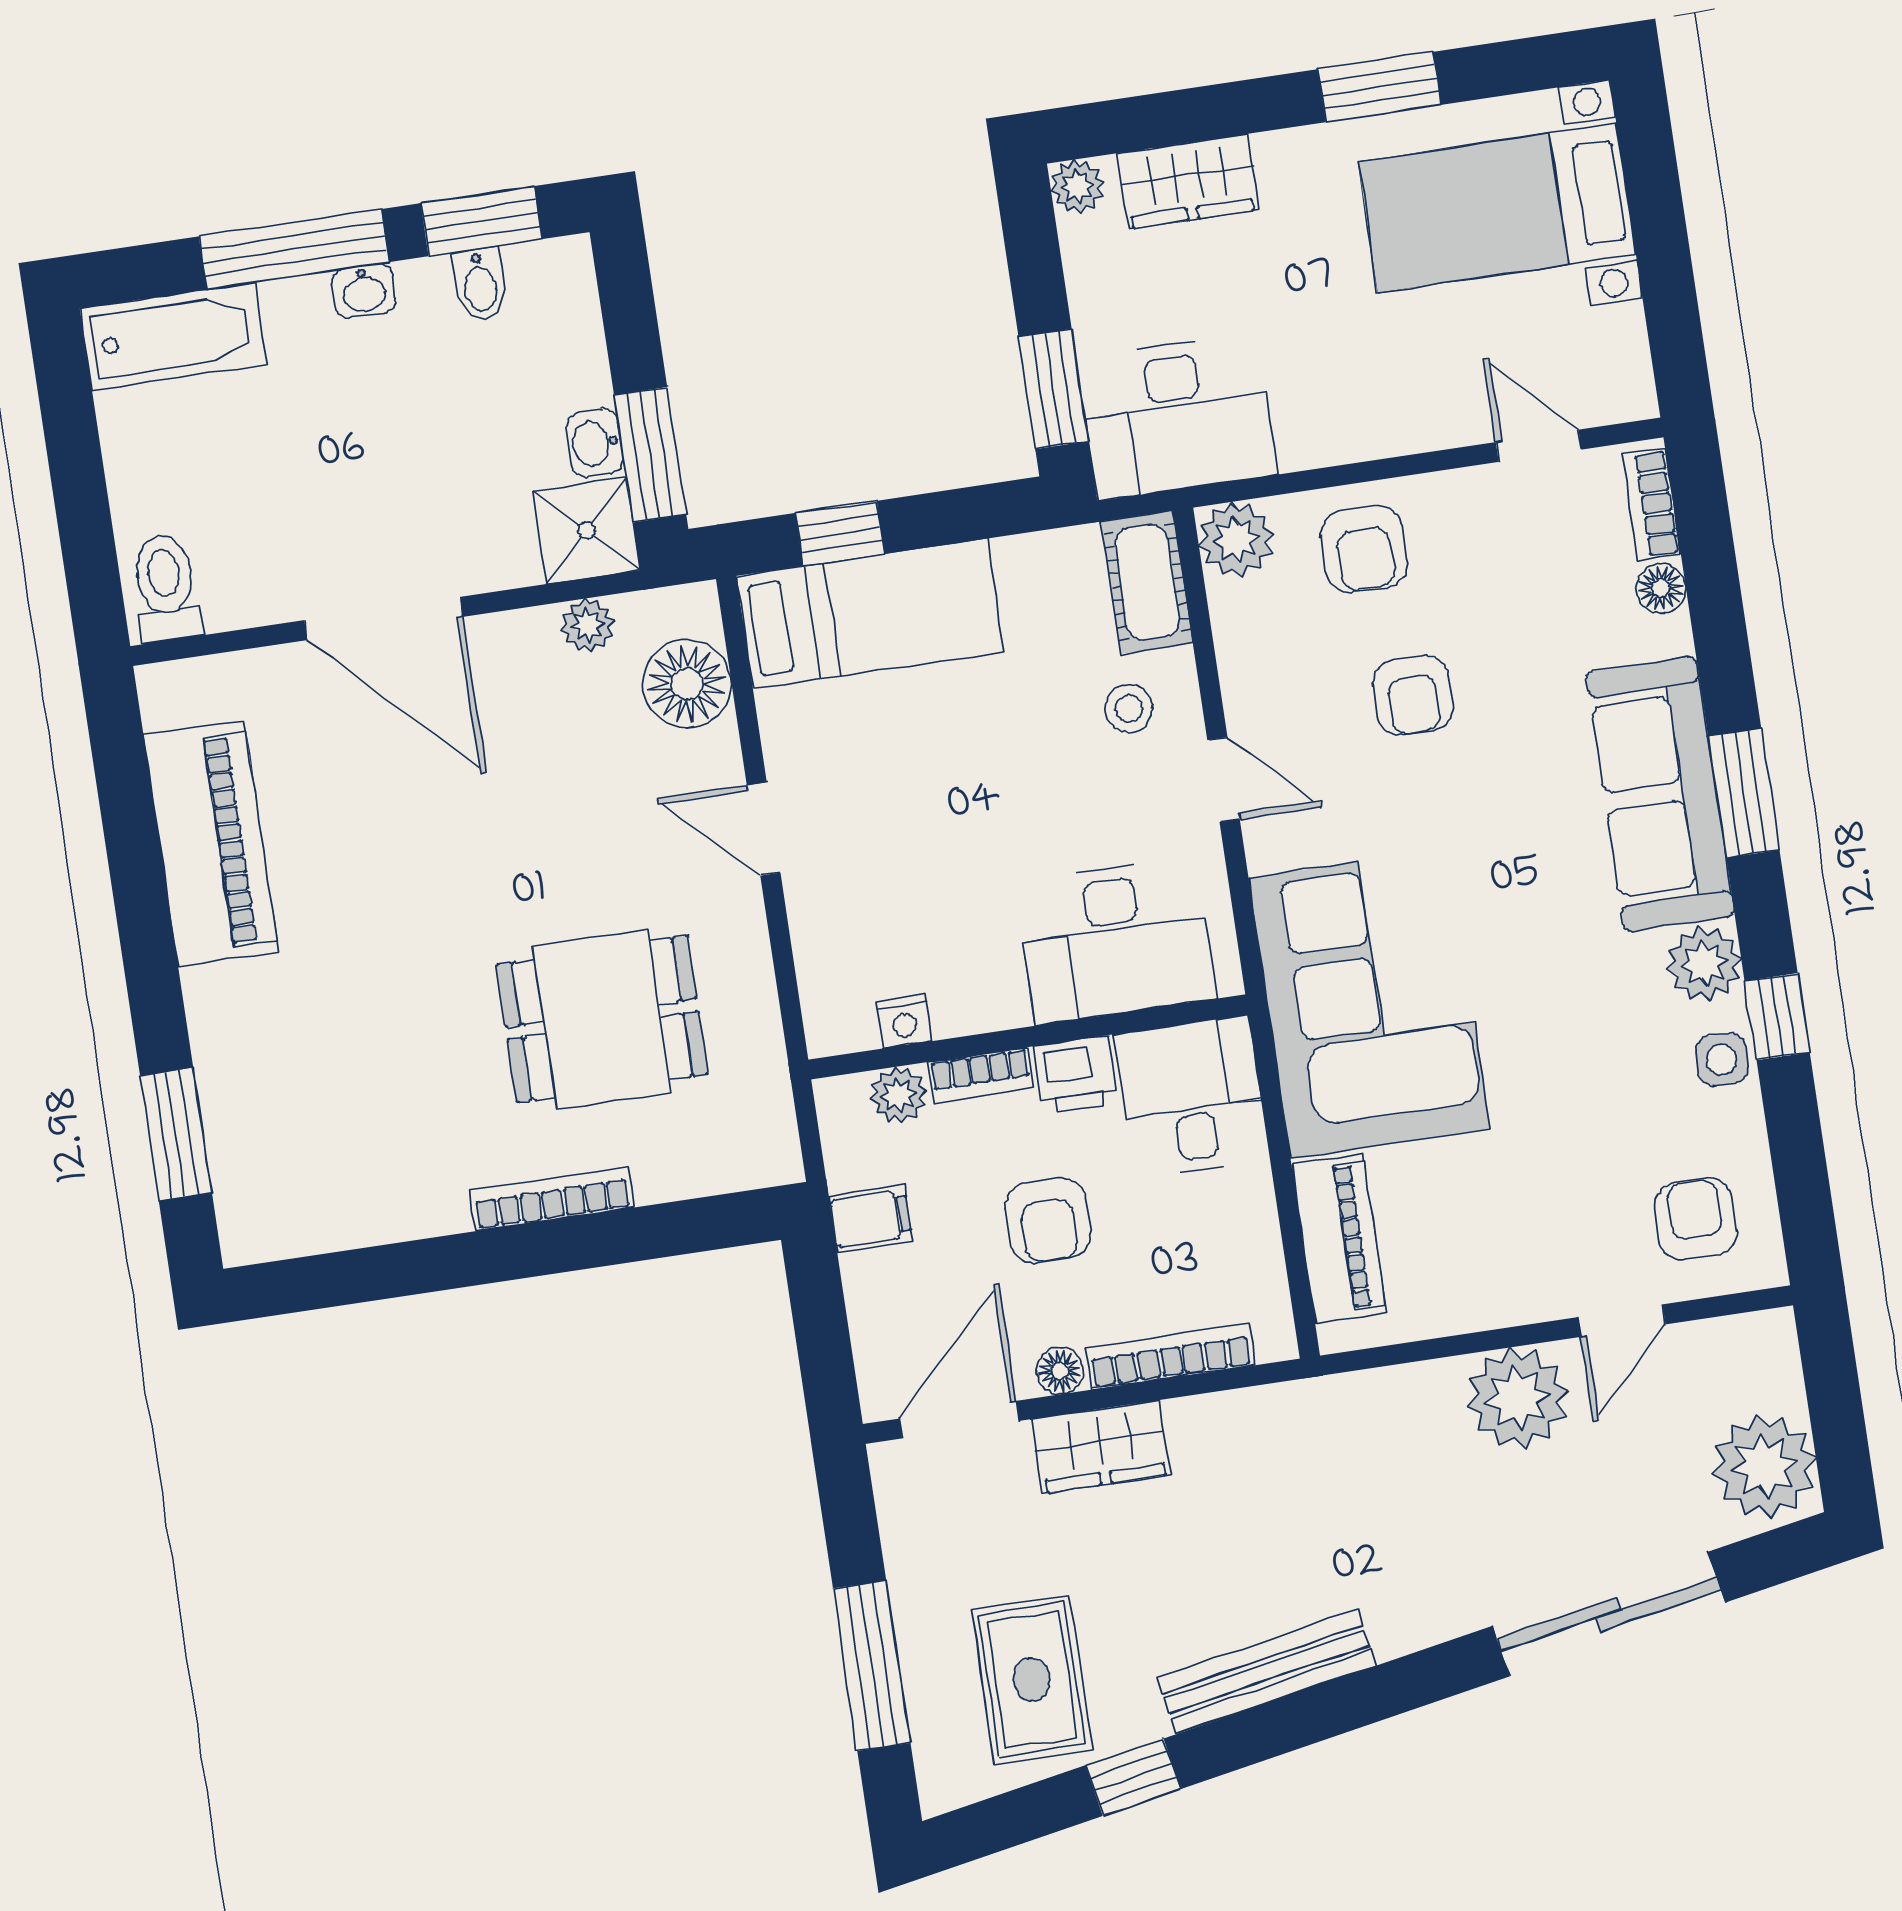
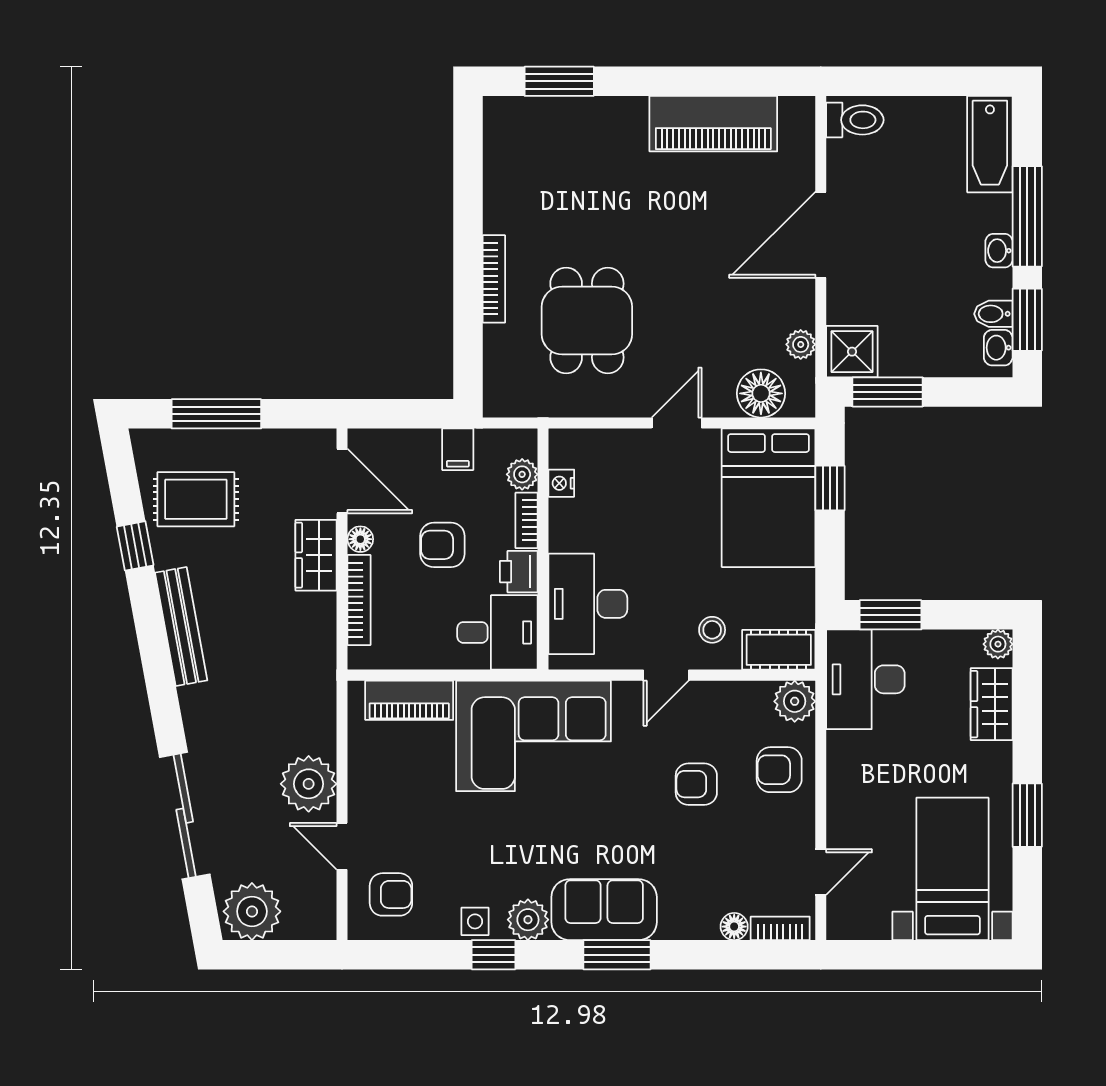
washbasin: (595, 443) -> (998, 348), moved, turned -90
bed: (870, 614) -> (769, 498), width x1.50
sofa: (1660, 794) -> (604, 910), width x0.73

